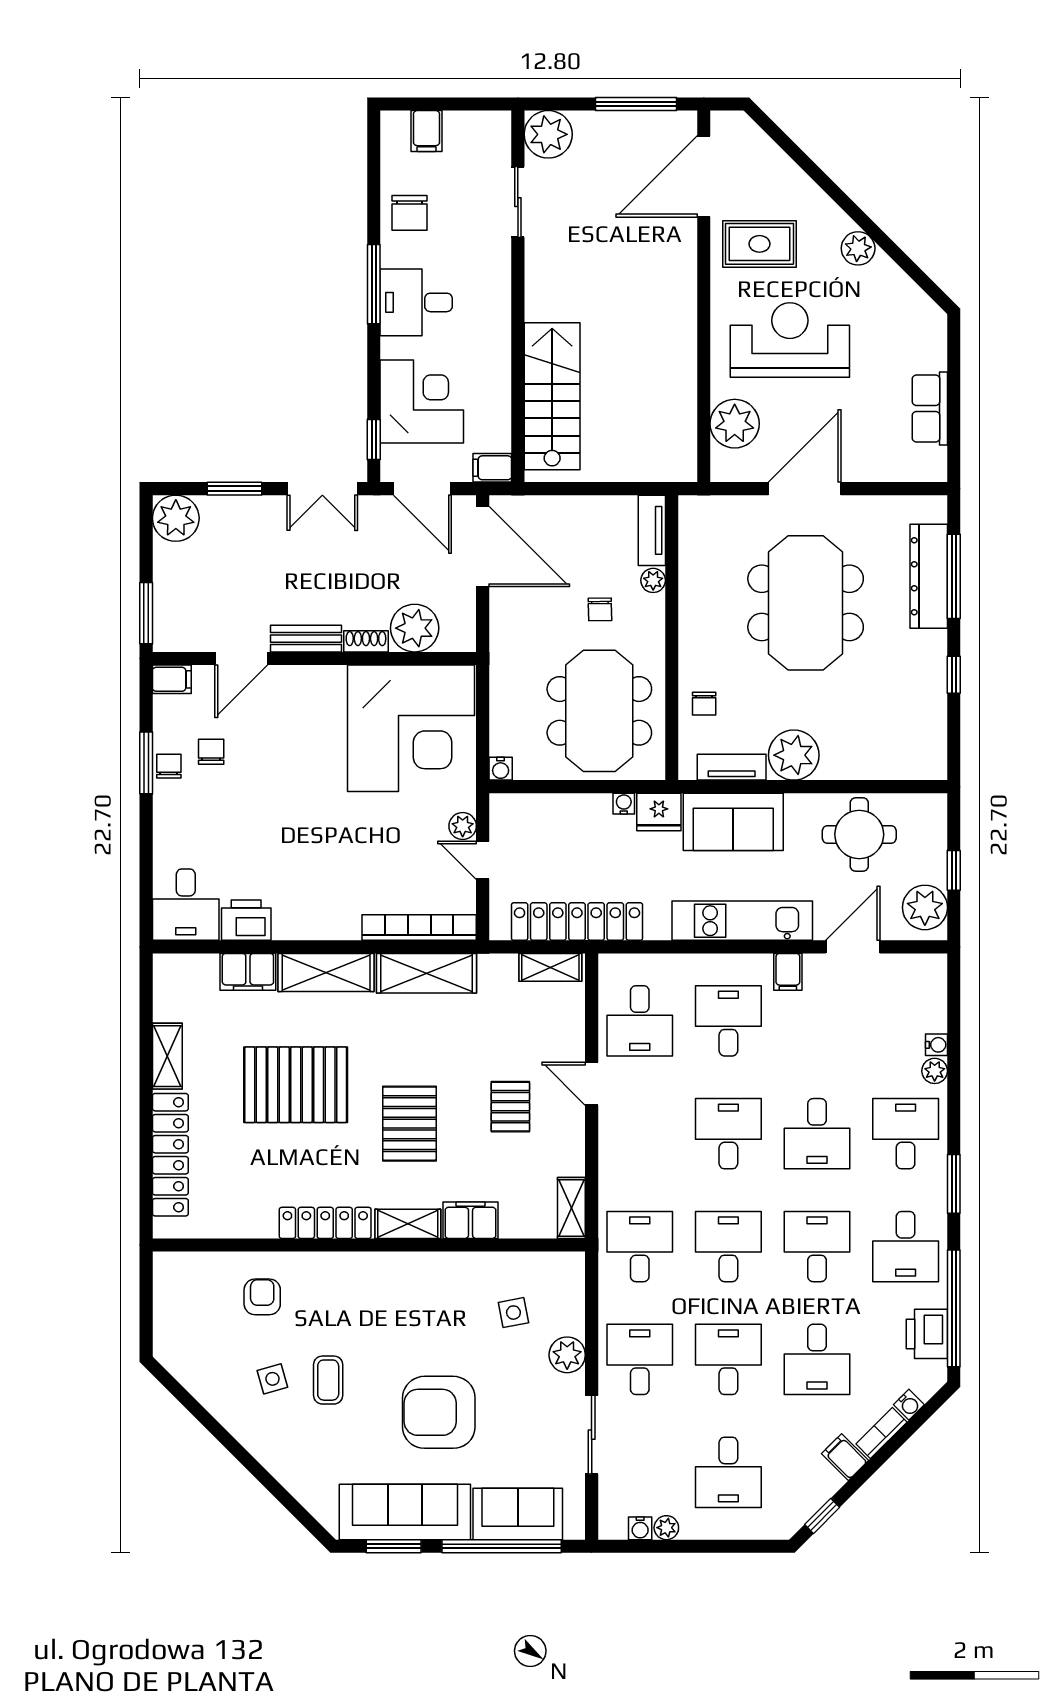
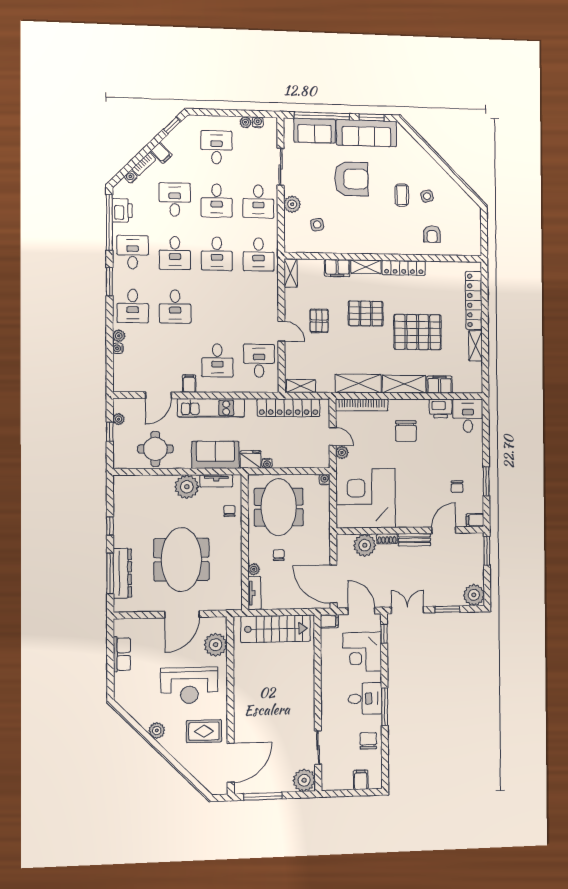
stairs: (552, 396) -> (276, 629), moved, turned -90
chair: (169, 766) -> (406, 431), moved, width x1.87, depth x1.87
plant: (925, 907) -> (119, 419), width x0.53, depth x0.53
pallet: (409, 1124) -> (366, 313), turned 90
desk: (728, 1134) -> (217, 307), removed
desk: (817, 1134) -> (175, 307), turned 180

